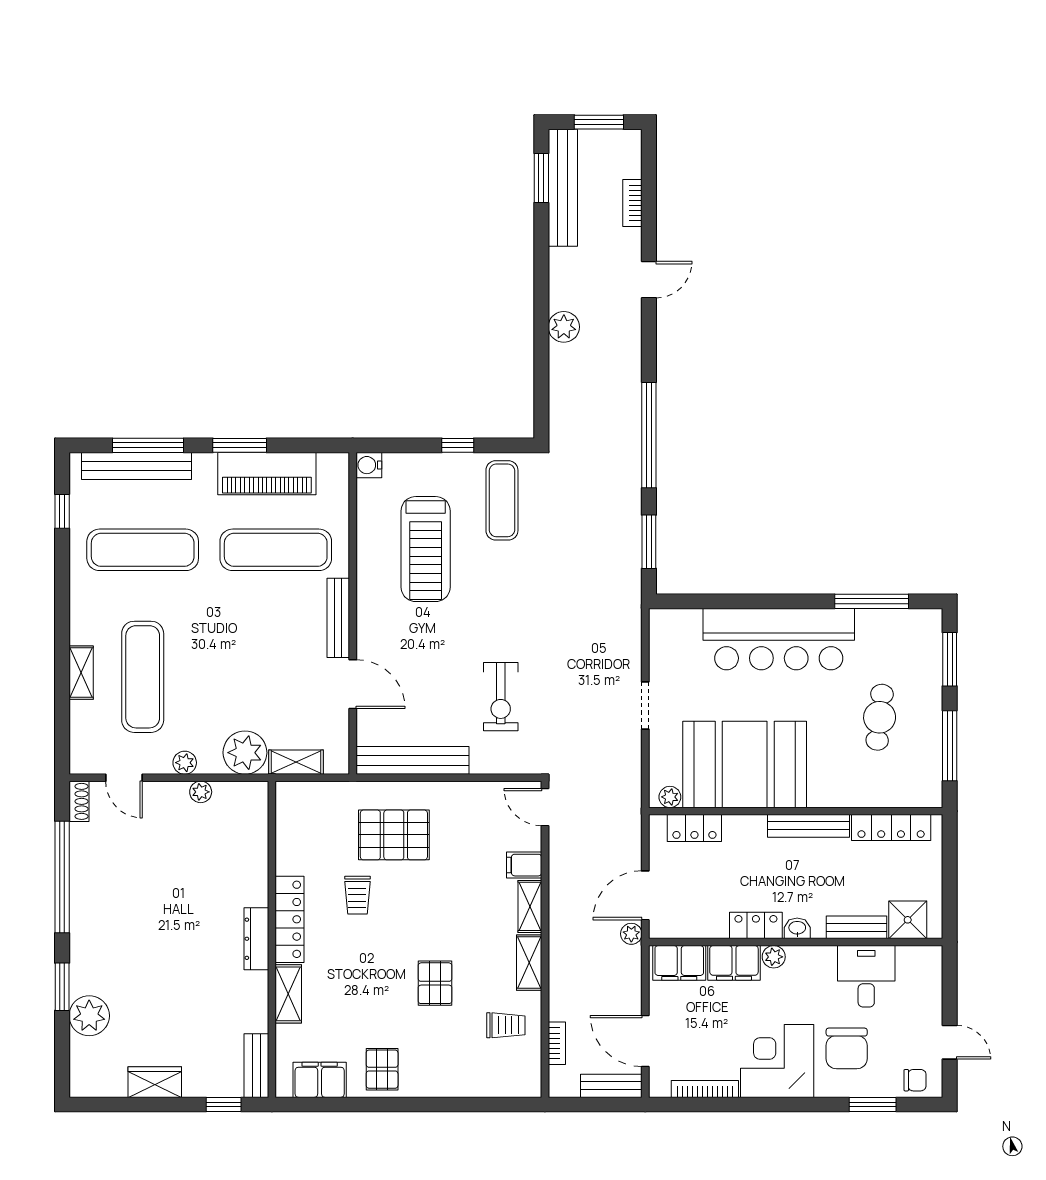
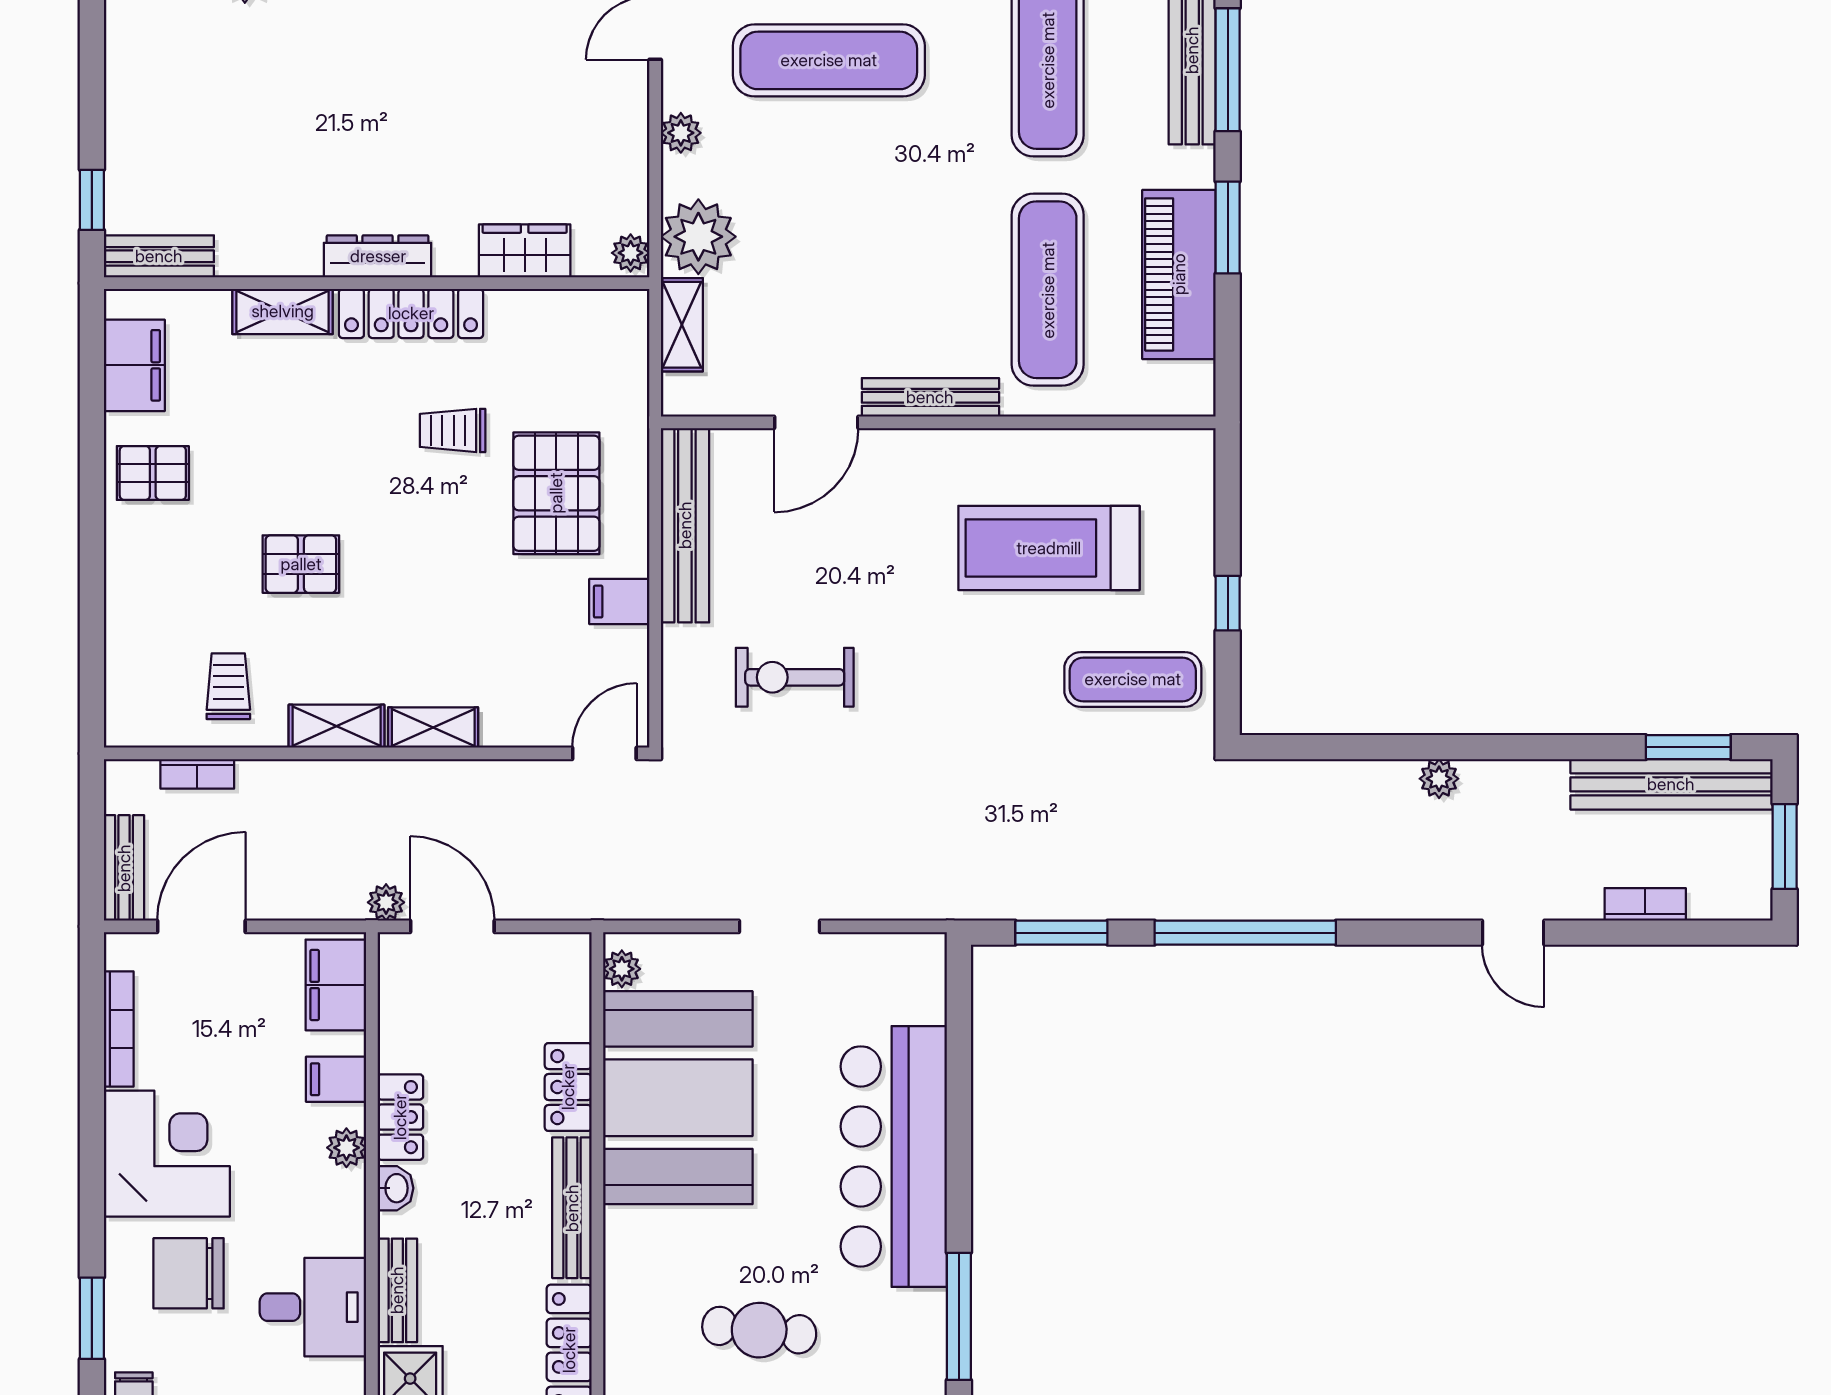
plant: (564, 327) -> (1439, 779), width x0.73, depth x0.73
water cooler: (369, 465) -> (1194, 450), removed
plant: (201, 792) -> (631, 253), moved
locker: (694, 828) -> (568, 1087), moved
filing cabinet: (524, 865) -> (619, 602), moved, turned -90
filing cabinet: (734, 963) -> (336, 1079), width x0.50
trolley: (506, 1025) -> (228, 686), turned 180
wardrobe: (155, 1082) -> (525, 251), moved, turned -90

